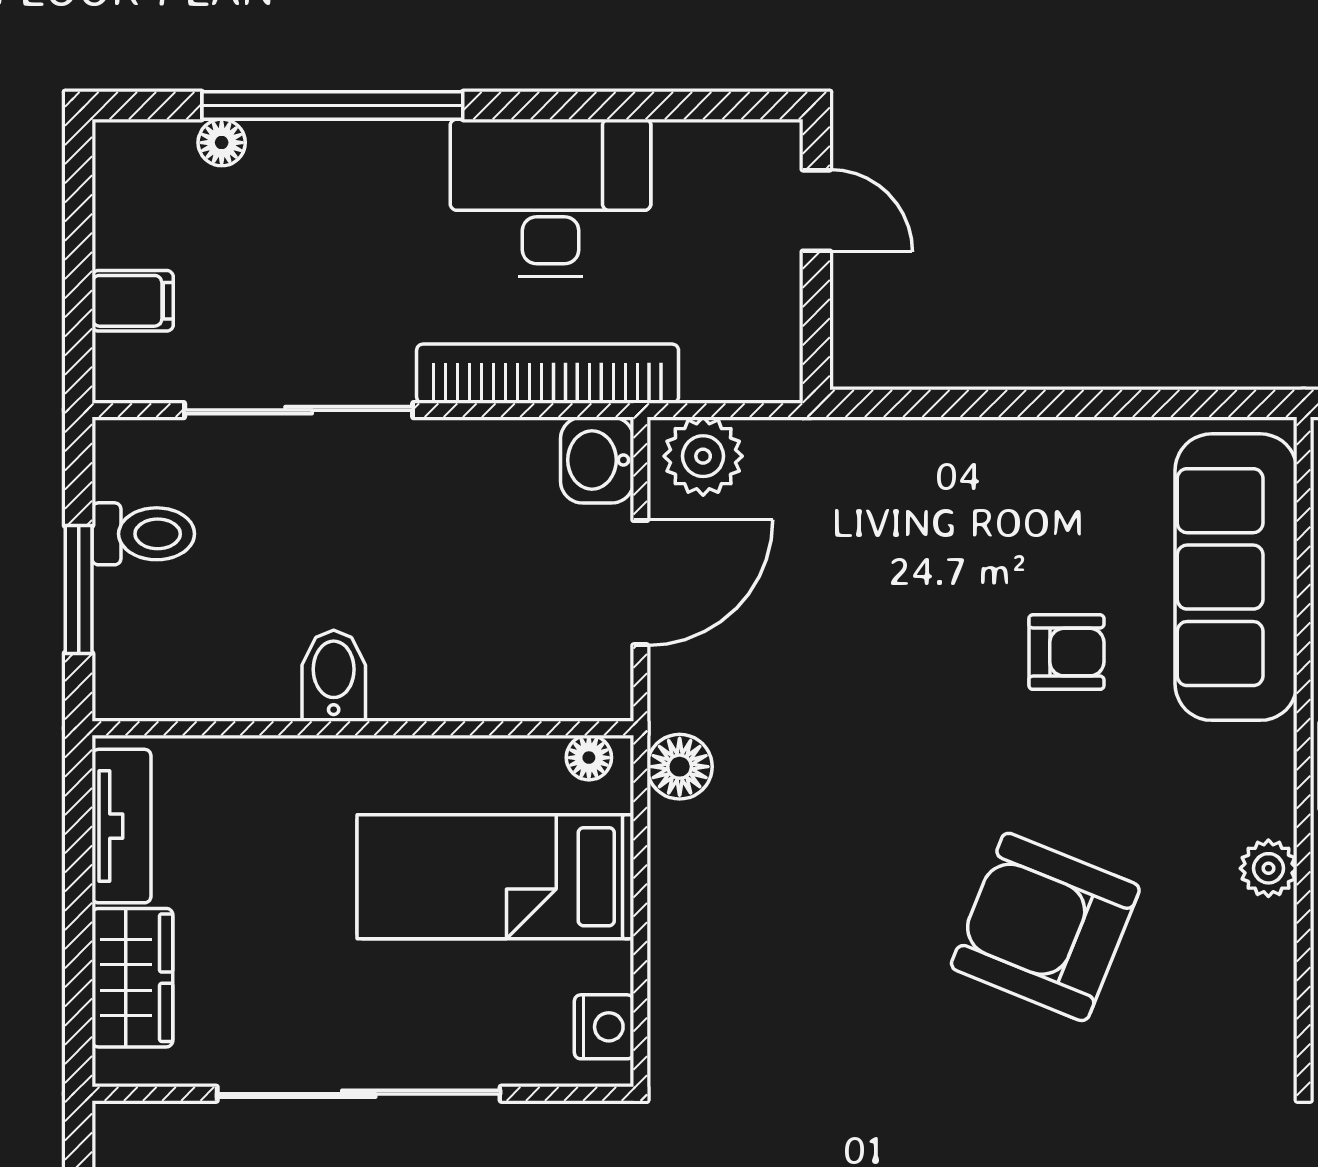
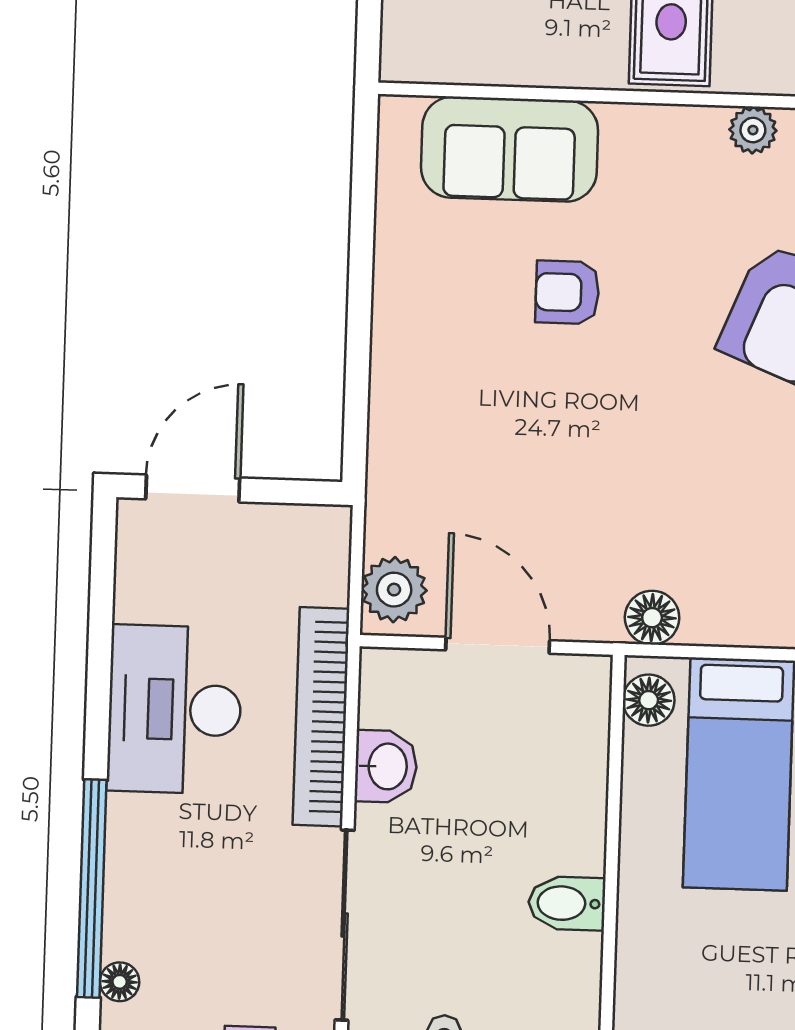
door: (816, 211) -> (193, 488), width x1.37
washbasin: (597, 460) -> (386, 766), moved, turned -90
sofa: (1236, 577) -> (510, 149), width x0.73
armchair: (1066, 652) -> (567, 292), turned -90
floor lamp: (589, 758) -> (649, 700), width x1.37, depth x1.37

